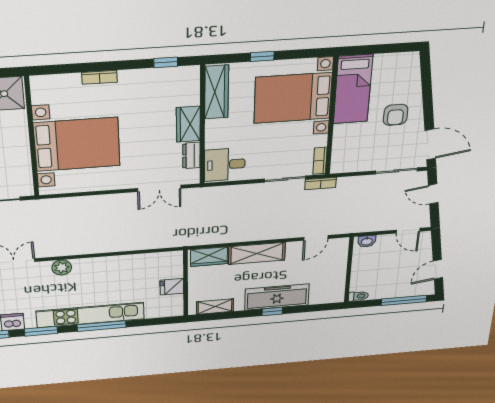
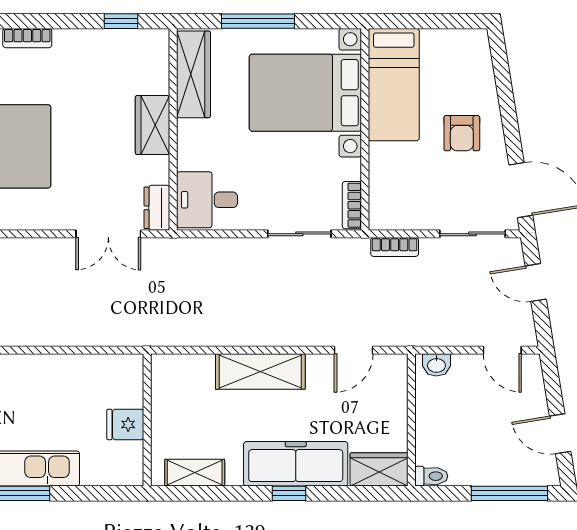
window: (262, 56) -> (258, 21), width x2.17
dresser: (191, 156) -> (157, 208), moved
bookcase: (321, 184) -> (395, 247), moved
wardrobe: (209, 257) -> (379, 469), moved, turned 180
door: (438, 269) -> (560, 434), hinge flipped

